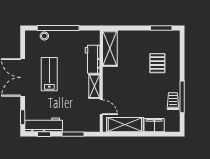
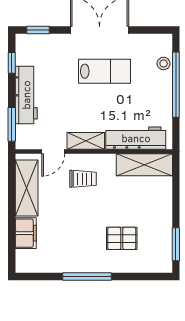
workbench: (93, 59) -> (136, 138), width x1.38
window: (182, 97) -> (87, 276), moved
trolley: (173, 101) -> (83, 179), moved
workbench: (44, 125) -> (26, 95), moved
window: (73, 134) -> (12, 124), moved

